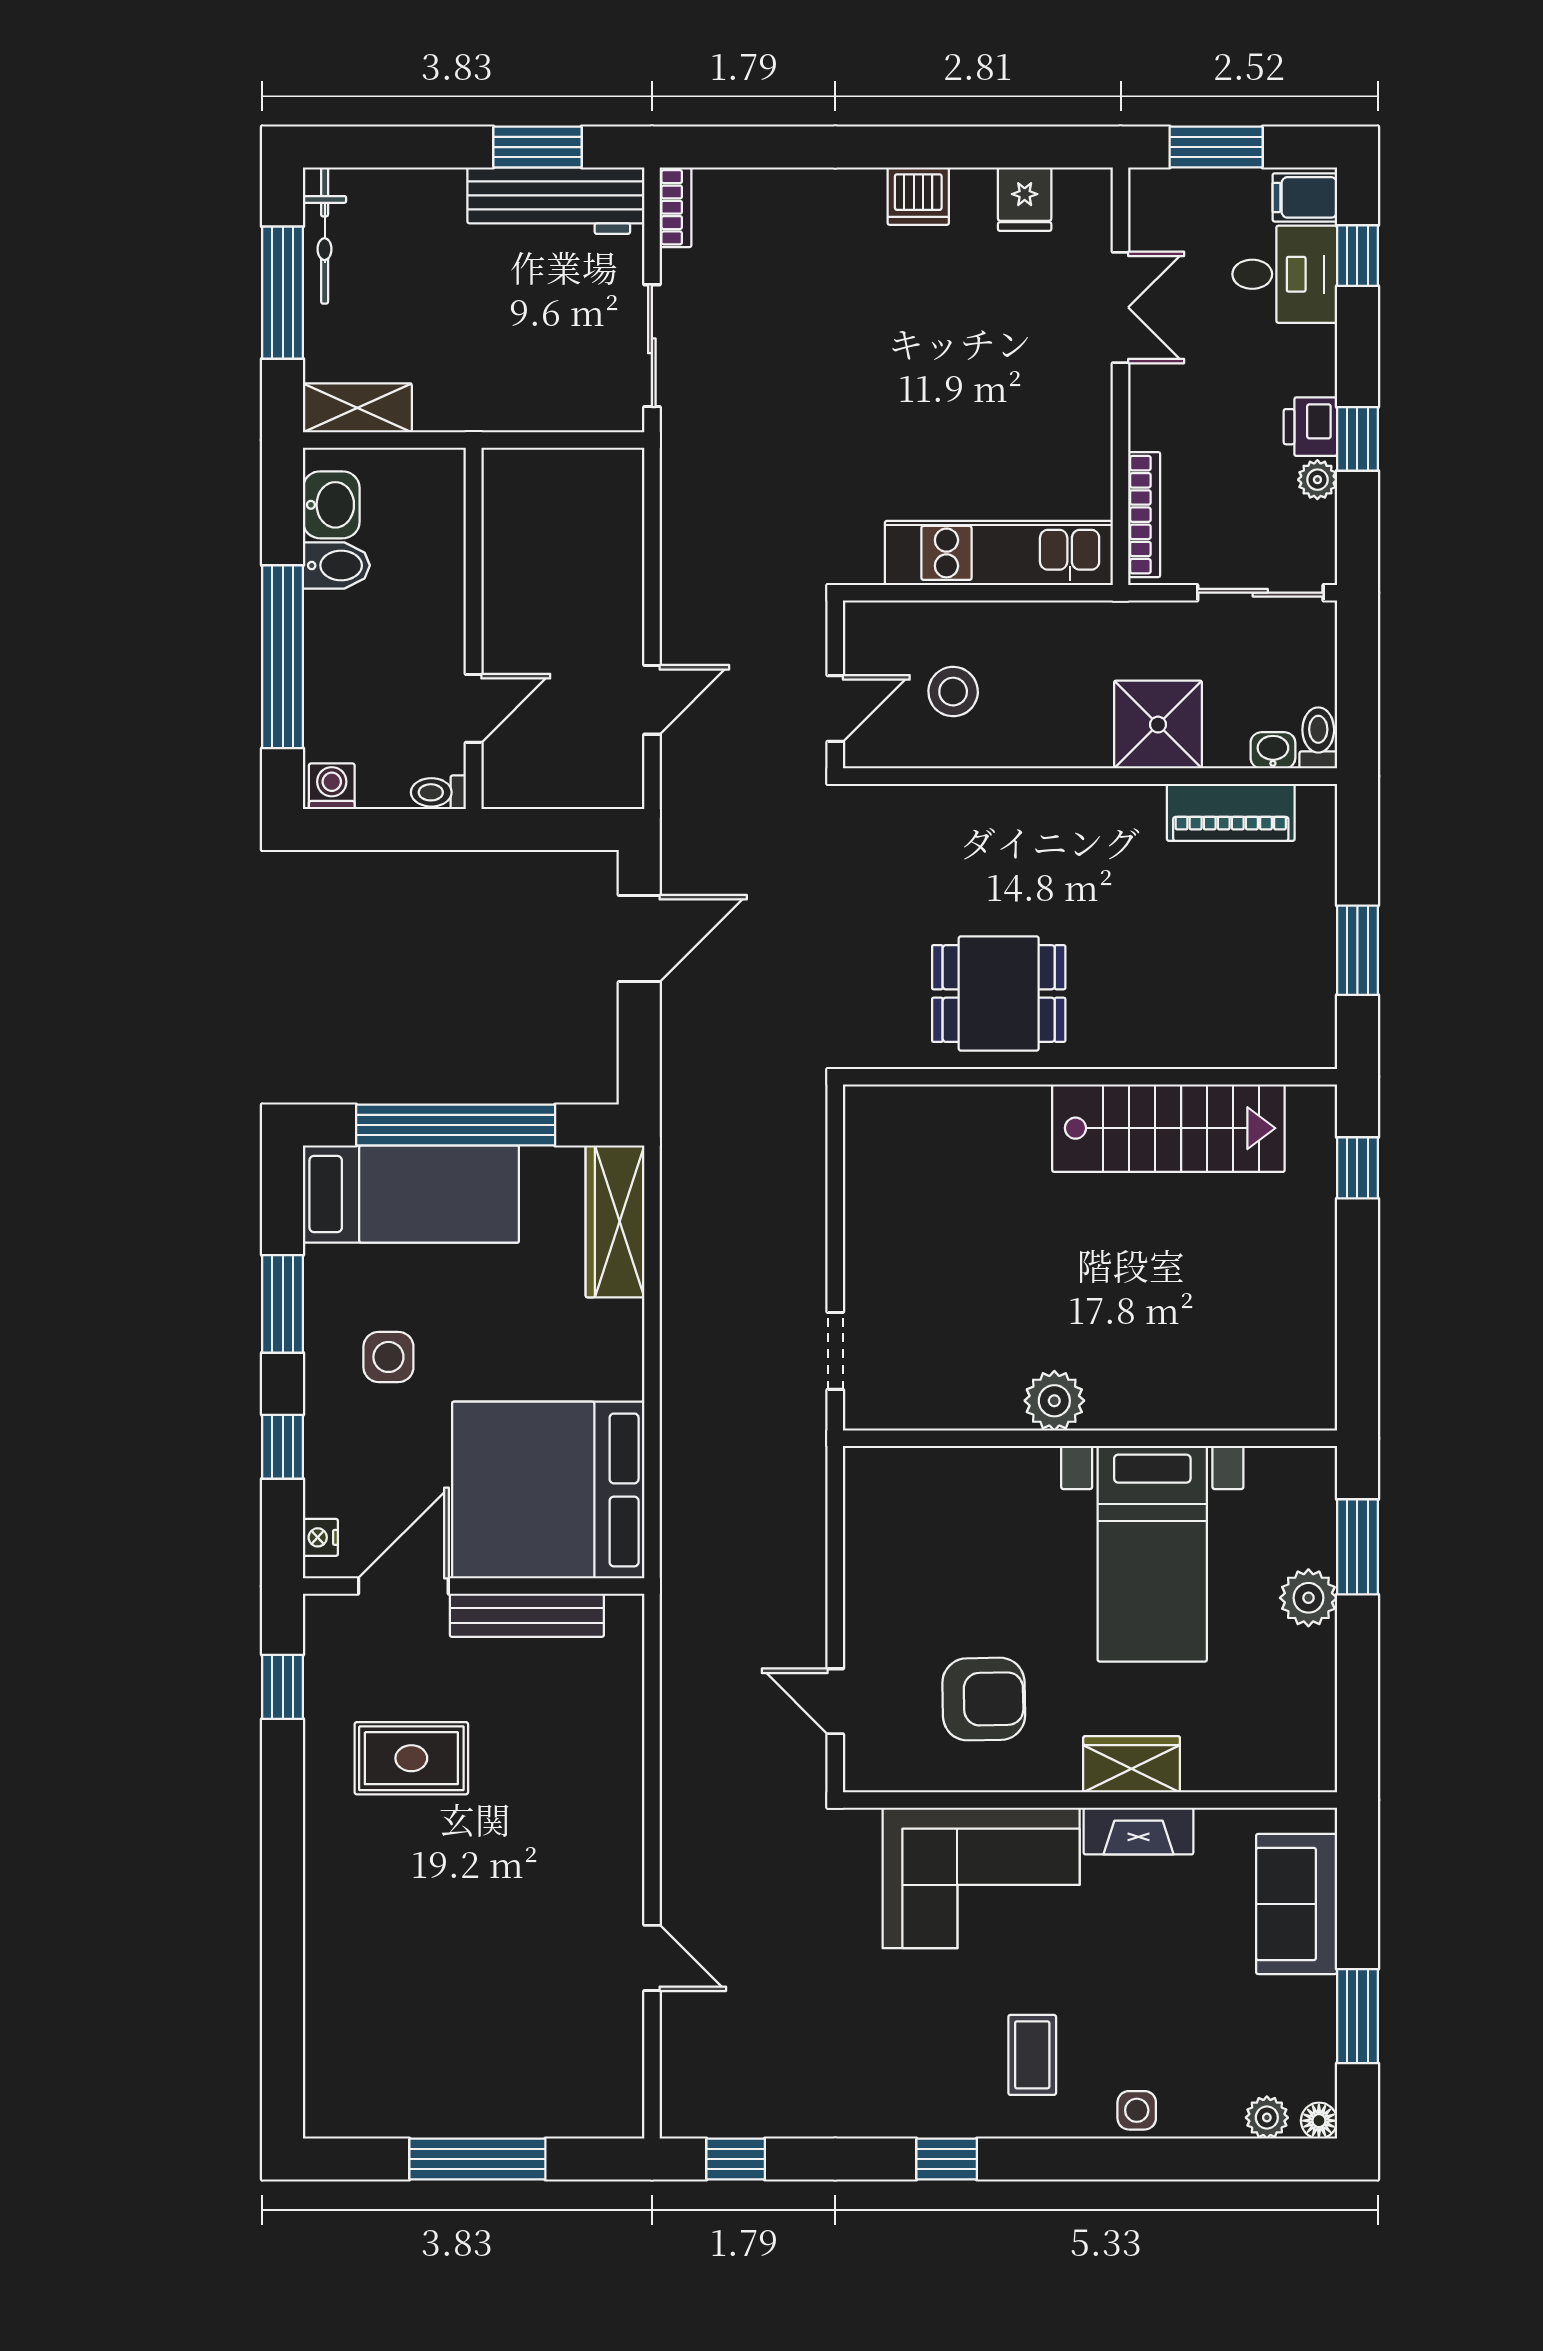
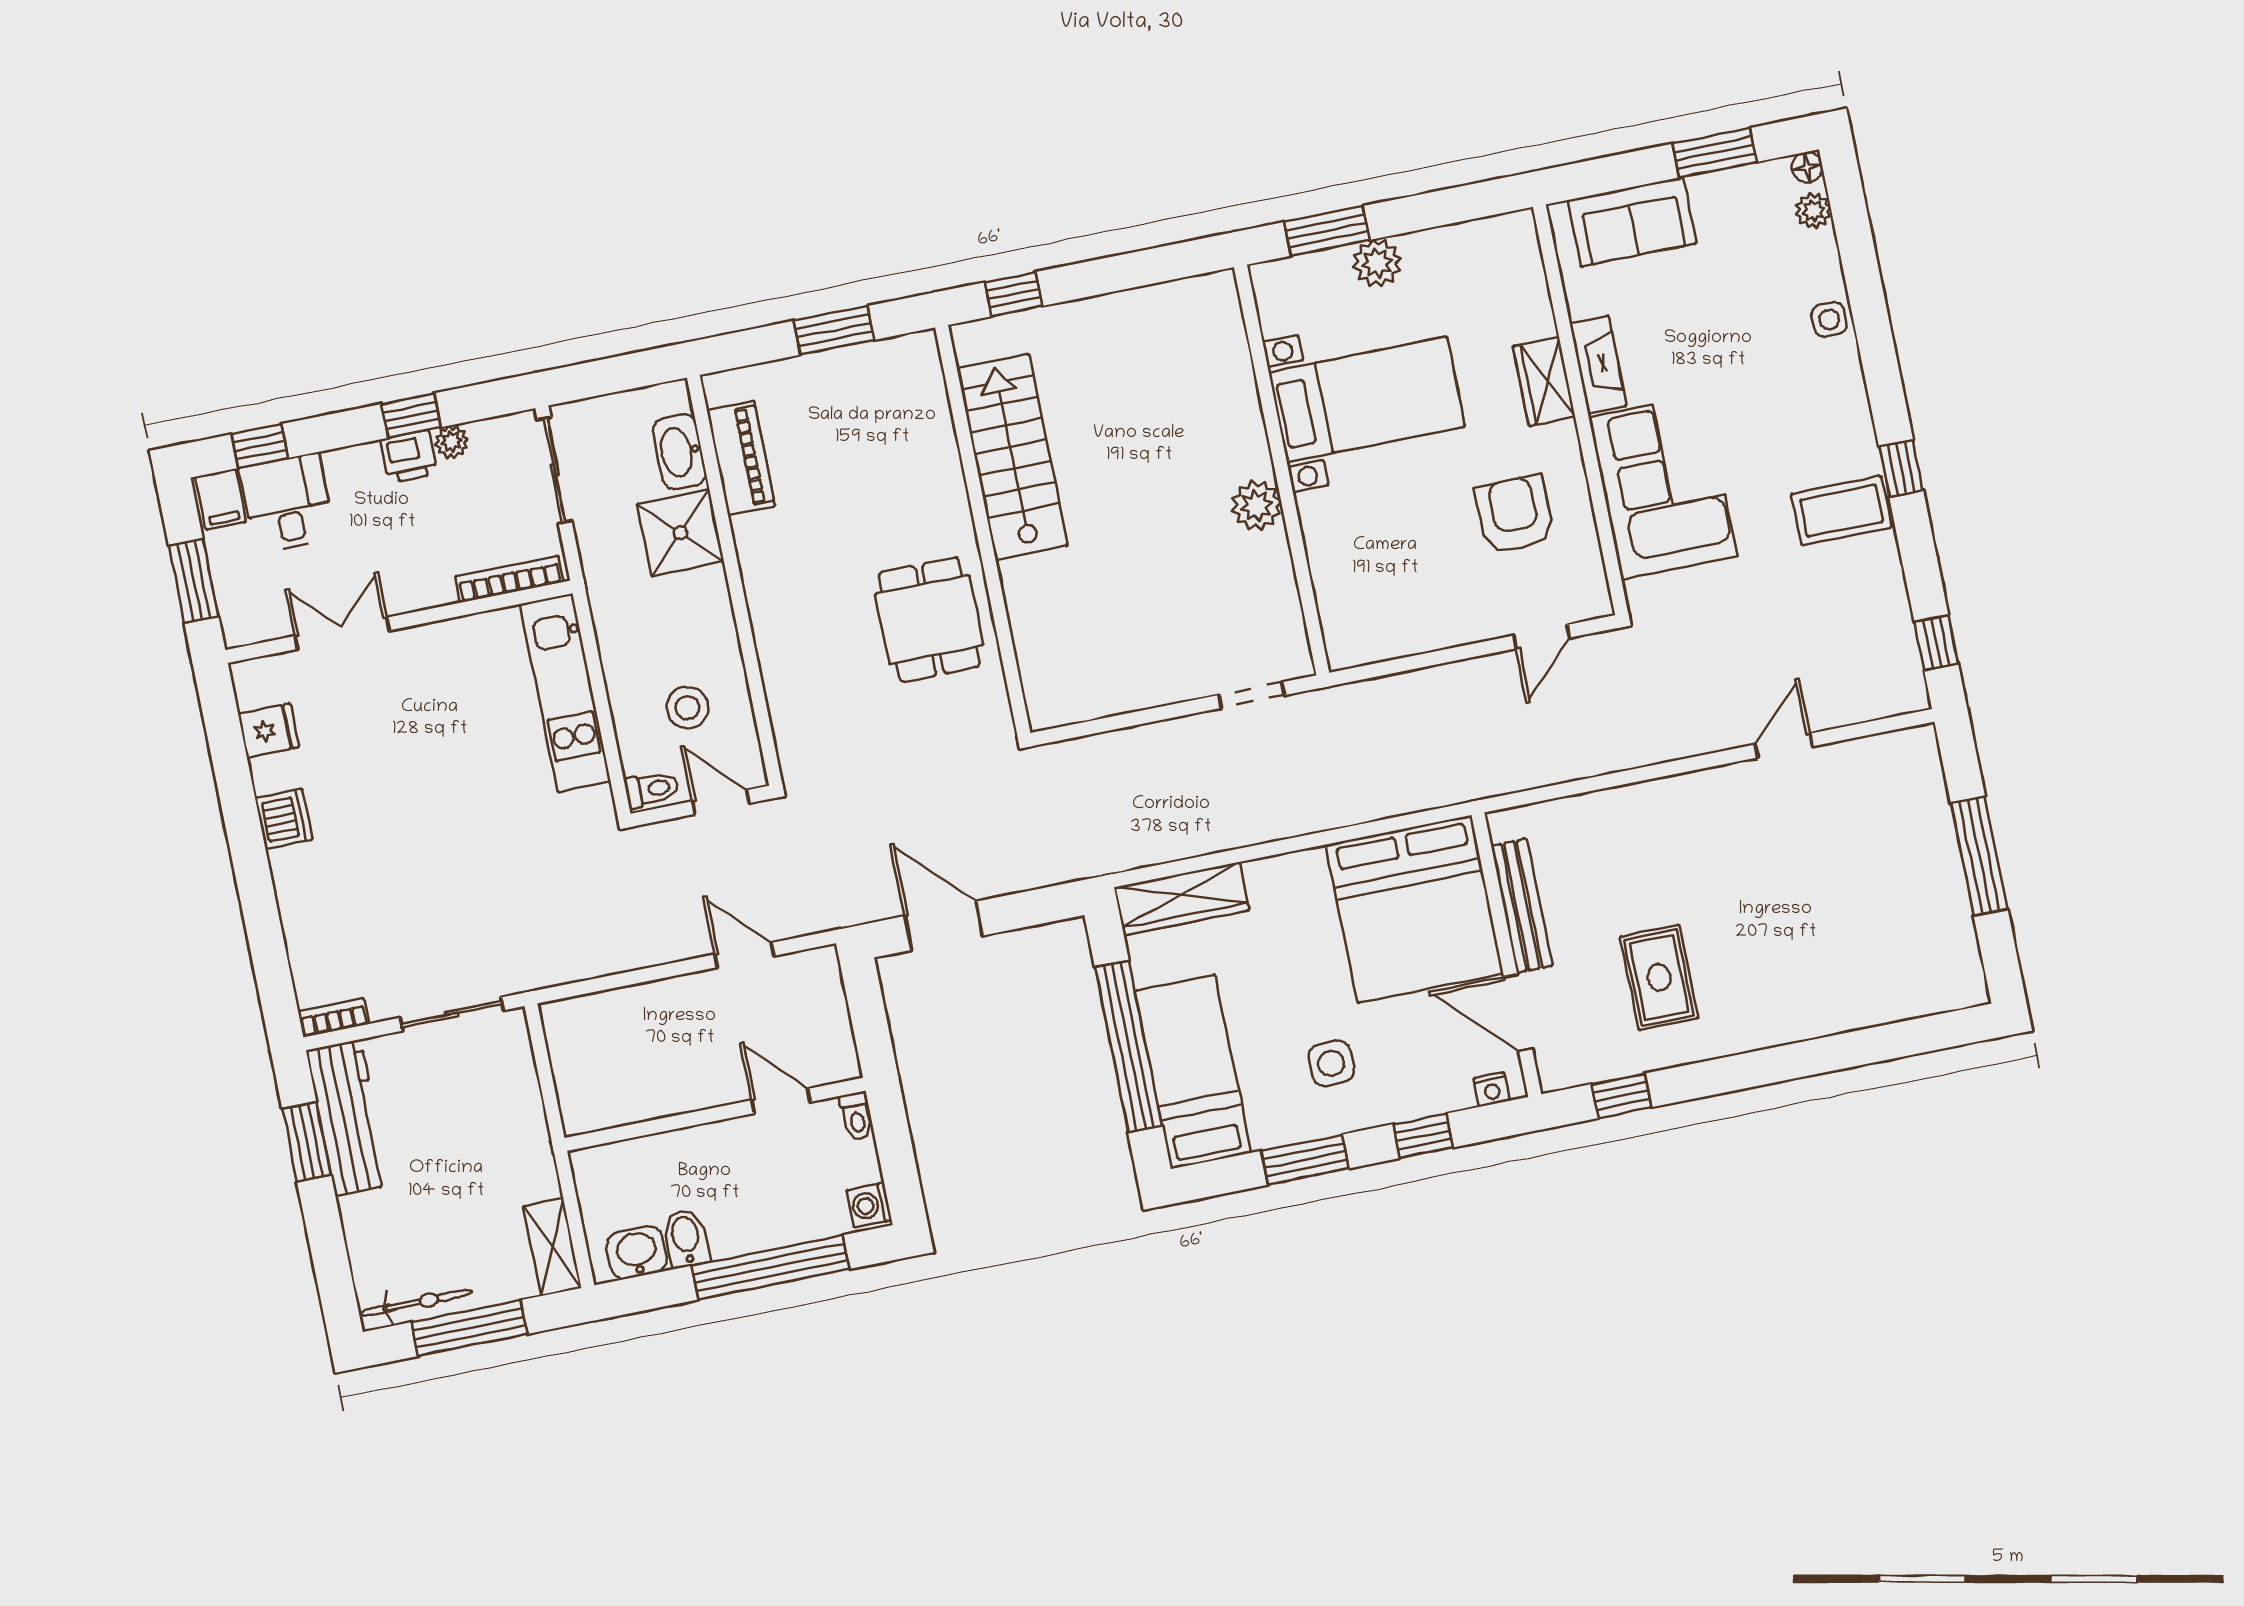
toilet: (1318, 738) -> (652, 789), moved, turned 180
washbasin: (1273, 750) -> (679, 452), width x1.91, depth x1.45
coffee table: (1032, 2055) -> (1841, 511), moved, width x1.36, depth x1.30

